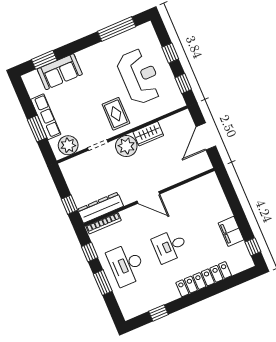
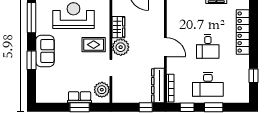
window: (44, 60) -> (31, 60), moved
sofa: (60, 72) -> (45, 51), moved
row of seats: (46, 117) -> (80, 97), width x0.68
door: (148, 197) -> (165, 47), hinge flipped

